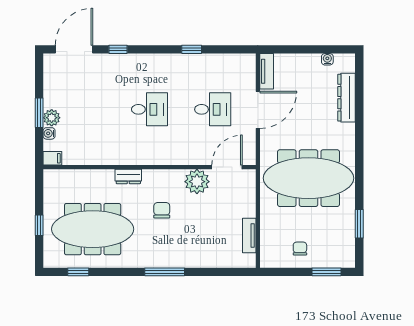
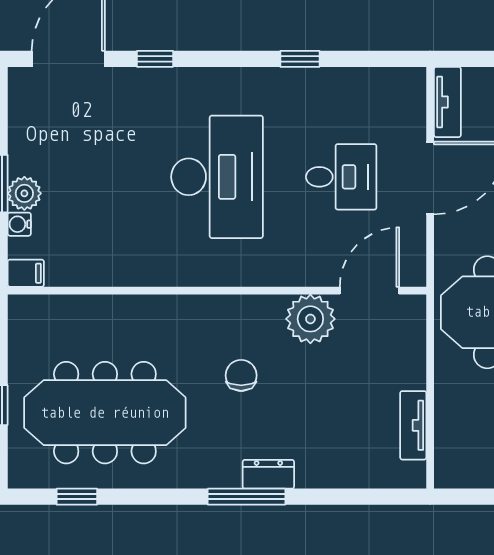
desk: (150, 109) -> (217, 177), width x1.87, depth x1.30
dresser: (128, 176) -> (268, 474), moved, turned 180

